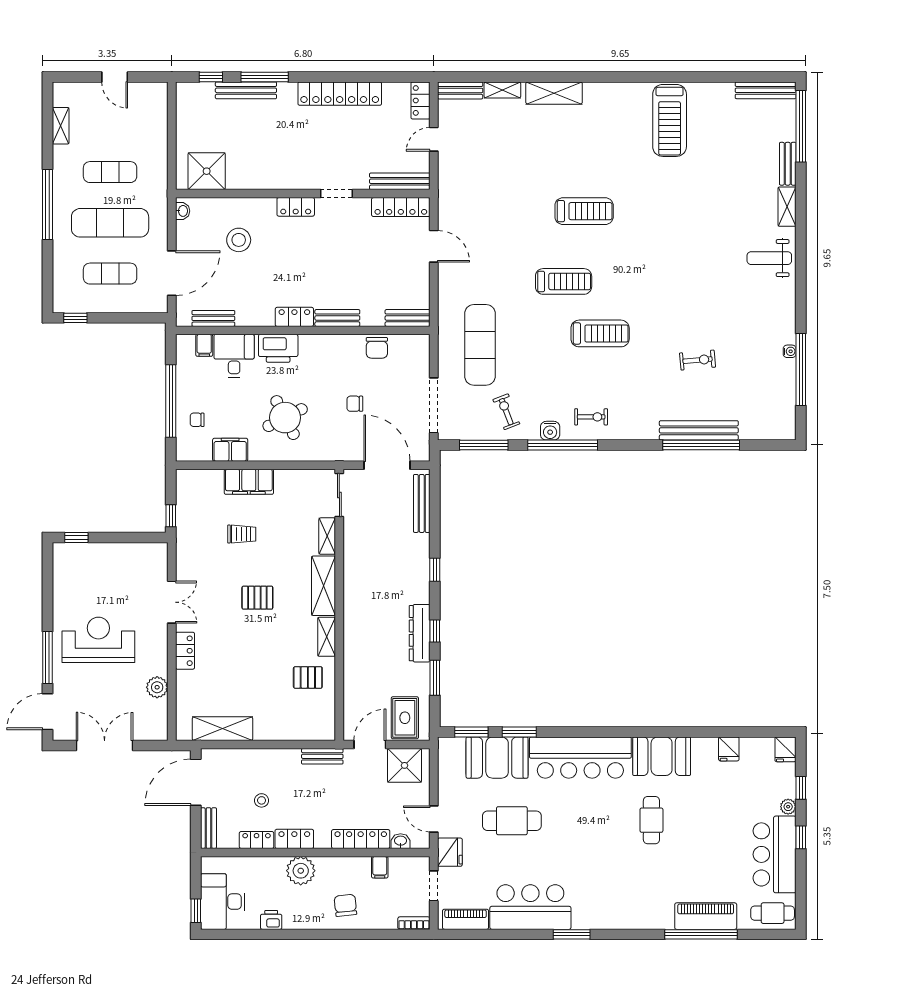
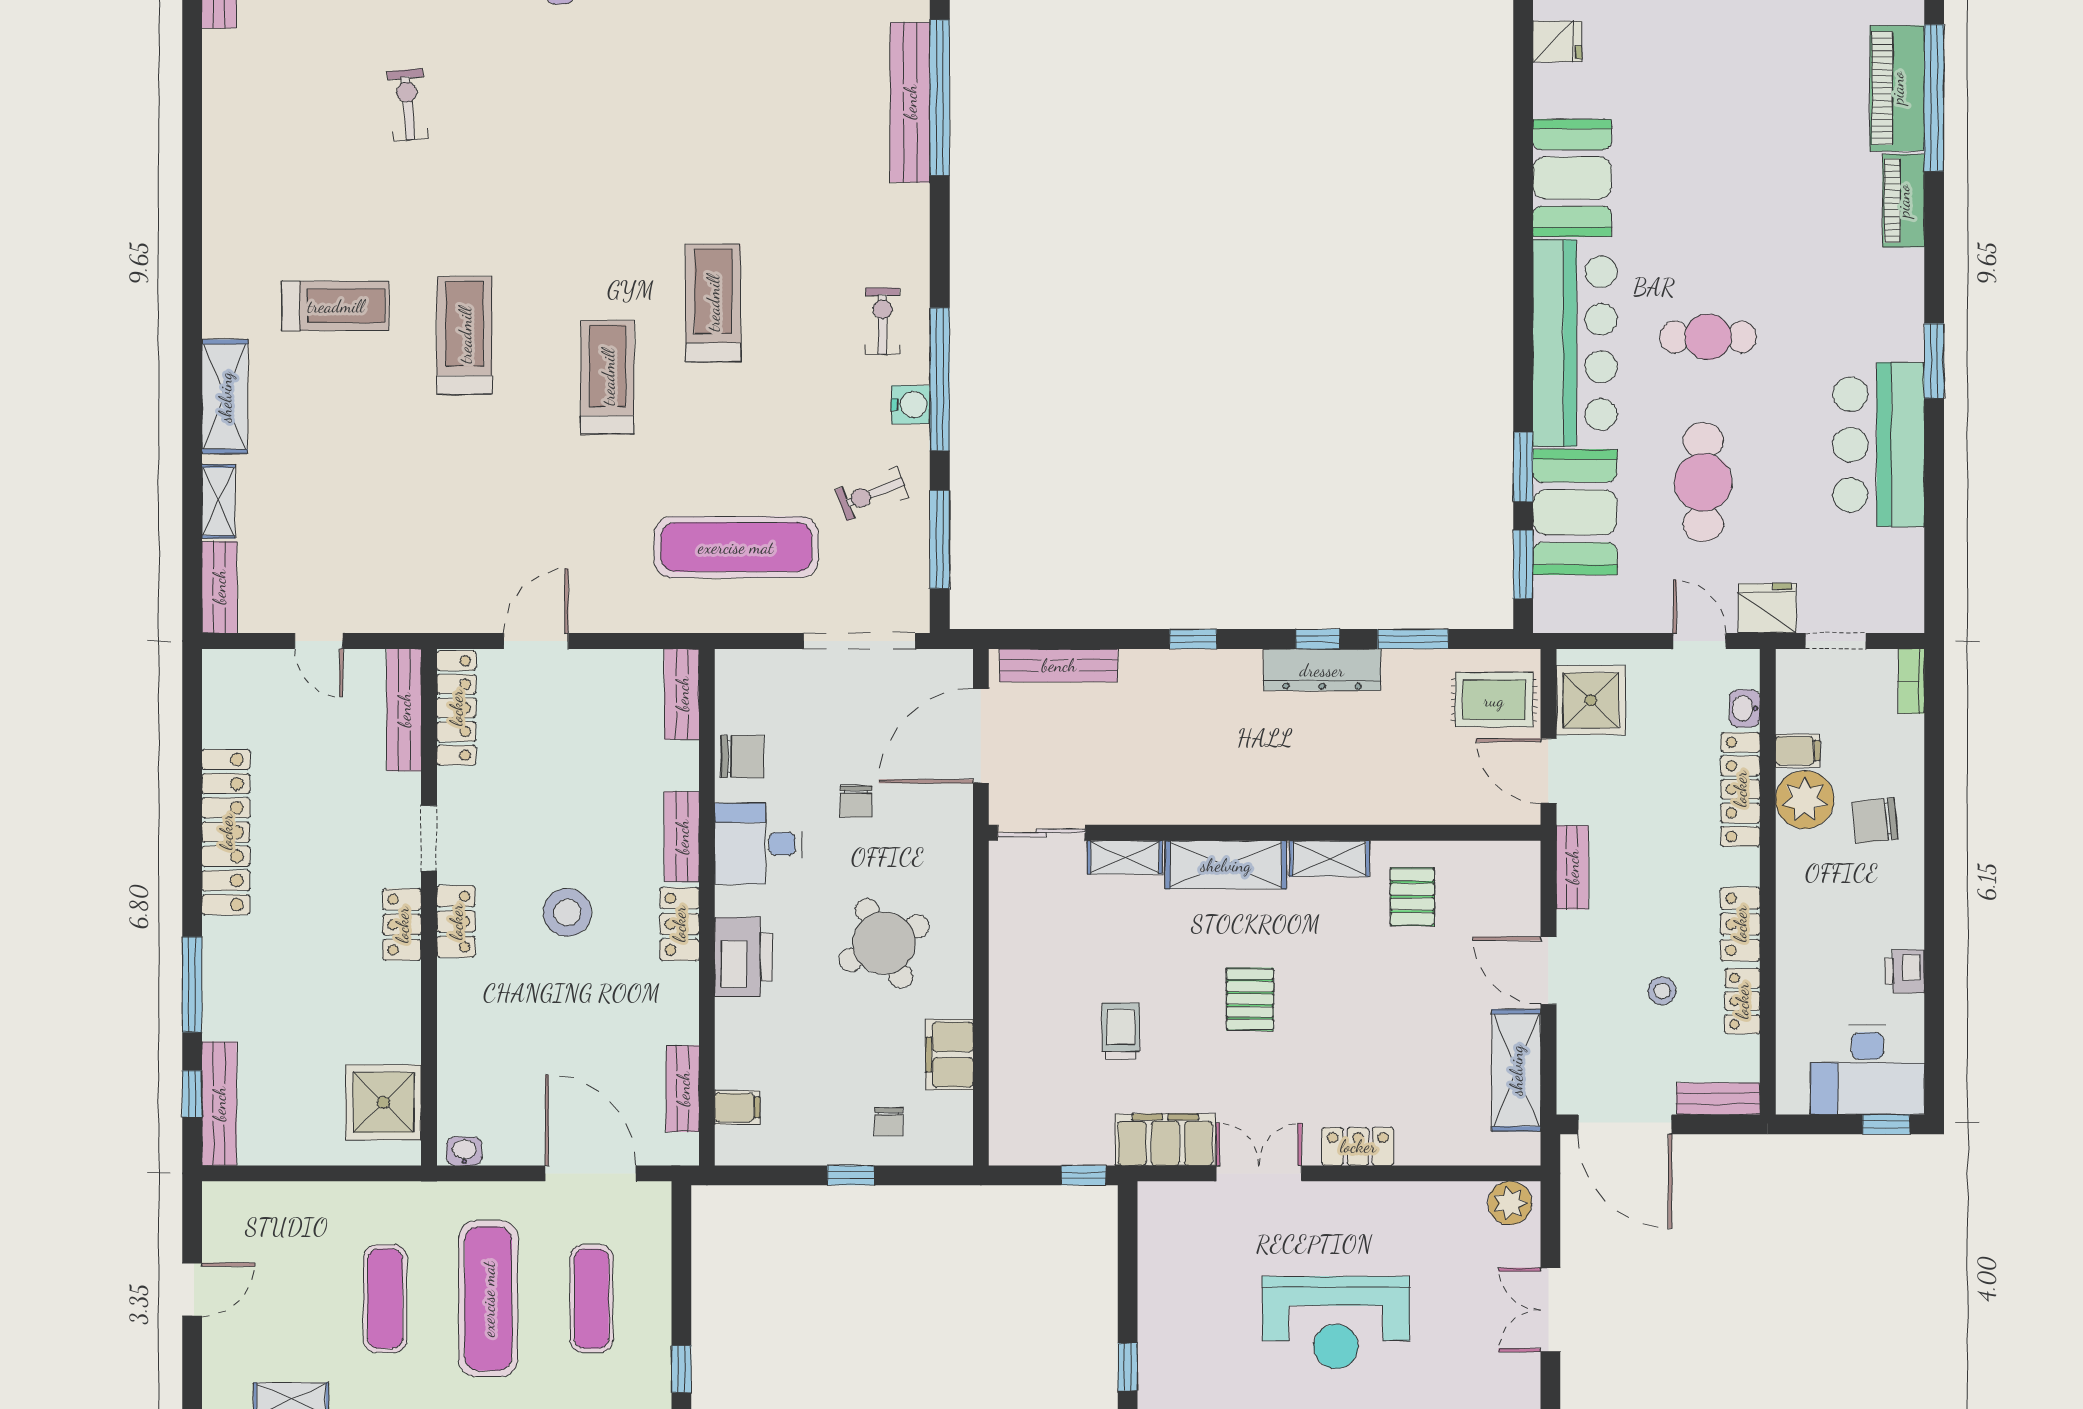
bench: (246, 90) -> (219, 1104), moved
locker: (420, 100) -> (402, 925), moved, turned 90
treadmill: (670, 120) -> (336, 306), moved, width x0.73, depth x0.73
stool: (239, 240) -> (567, 912), moved
desk: (234, 356) -> (758, 844), moved
exercise bike: (698, 360) -> (408, 105), moved
window: (171, 401) -> (851, 1175), width x0.32
filing cabinet: (249, 482) -> (1165, 1140), moved, turned -90
reception desk: (98, 640) -> (1336, 1322), turned -90
plant: (157, 687) -> (1510, 1203), moved
door: (272, 745) -> (1548, 971), added
double door: (105, 746) -> (1550, 1310), width x0.73
door: (434, 819) -> (1700, 641), swing flipped
cafe table: (651, 820) -> (1708, 337), moved
plant: (301, 871) -> (1805, 800), moved
piano: (466, 919) -> (1903, 201), moved

